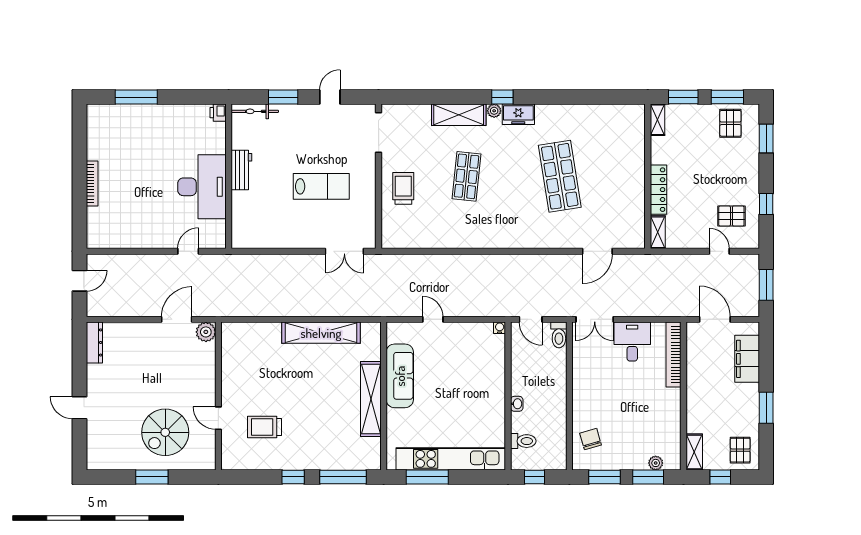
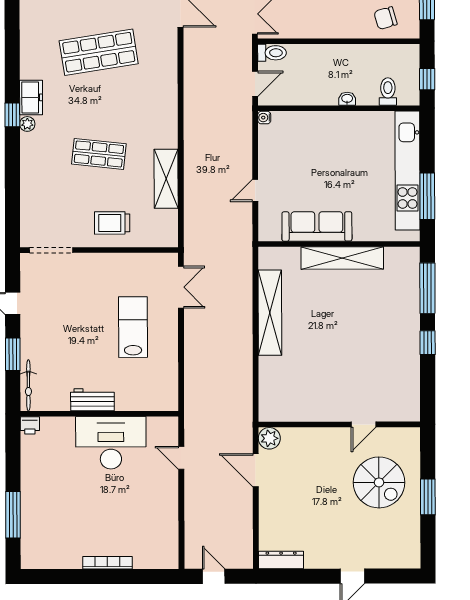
shelving: (459, 115) -> (166, 179), moved
lab bench: (321, 186) -> (133, 327), moved
trolley: (264, 427) -> (373, 374), removed

